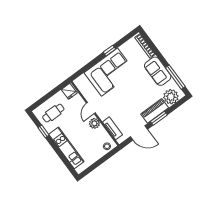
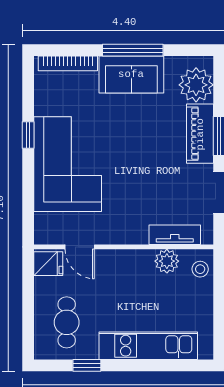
window: (175, 77) -> (133, 50), moved
door: (91, 108) -> (80, 247), moved
plant: (94, 123) -> (167, 261), moved

